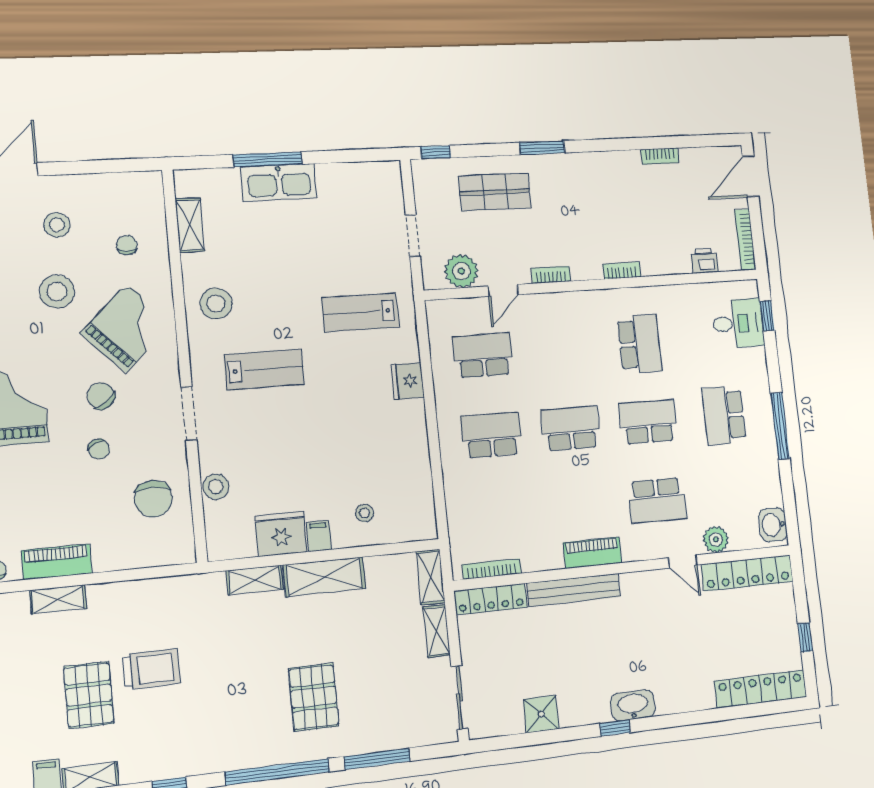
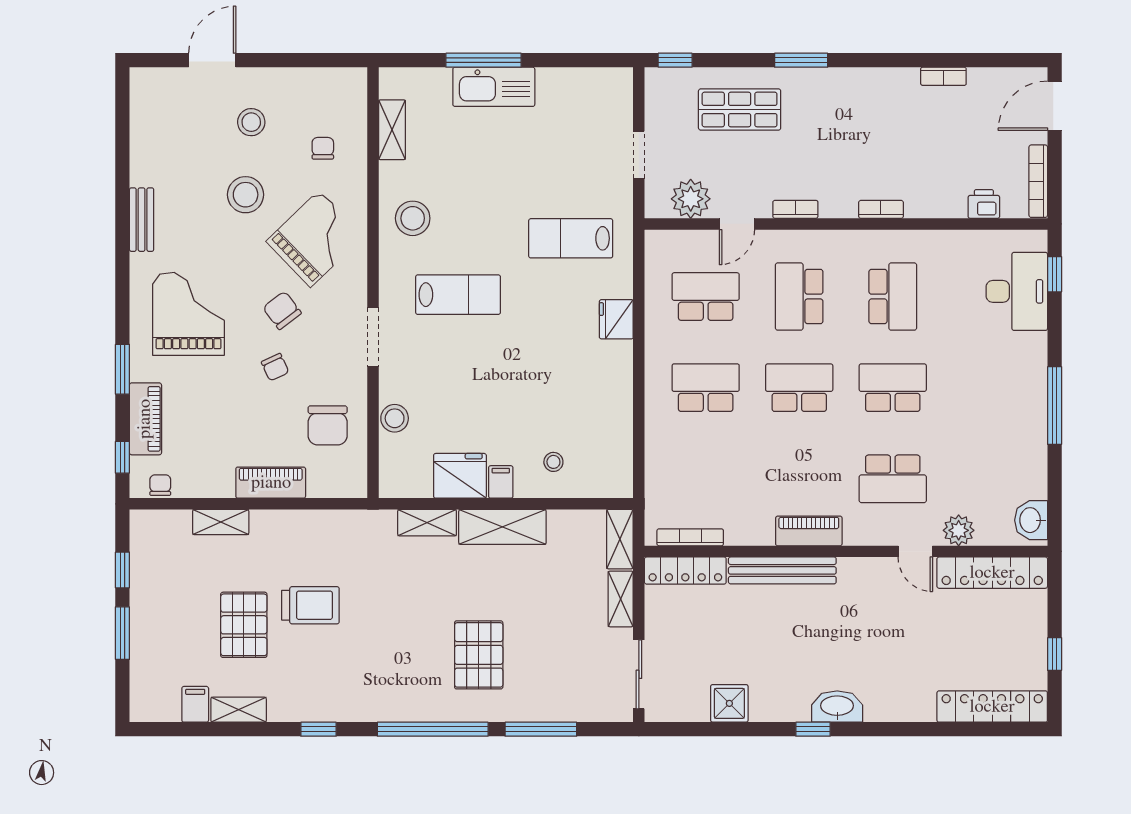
desk: (738, 323) -> (1017, 291), width x1.37
school desk: (724, 415) -> (799, 297), moved
piano: (57, 562) -> (271, 483), moved

